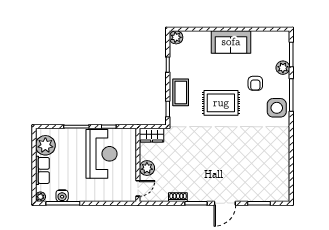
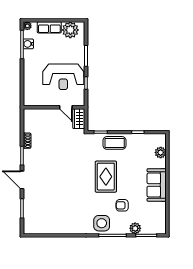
plant: (176, 37) -> (161, 152), moved
plant: (147, 168) -> (51, 115), removed
door: (138, 188) -> (66, 107), moved

